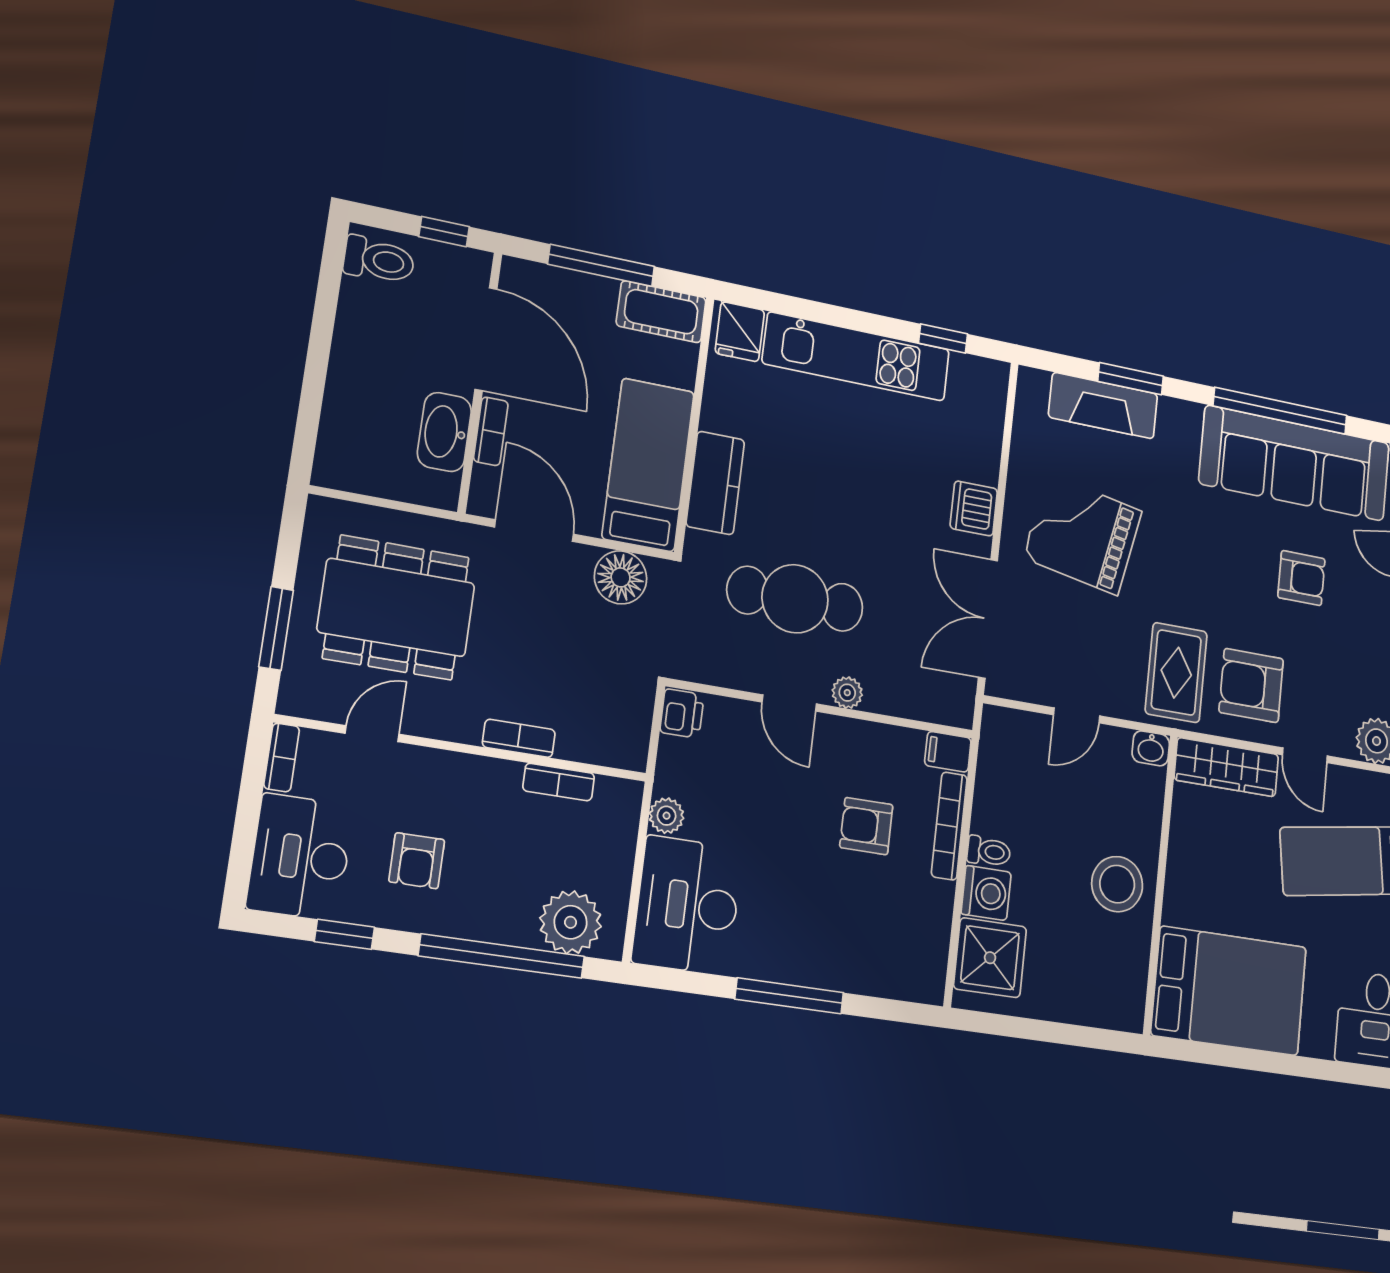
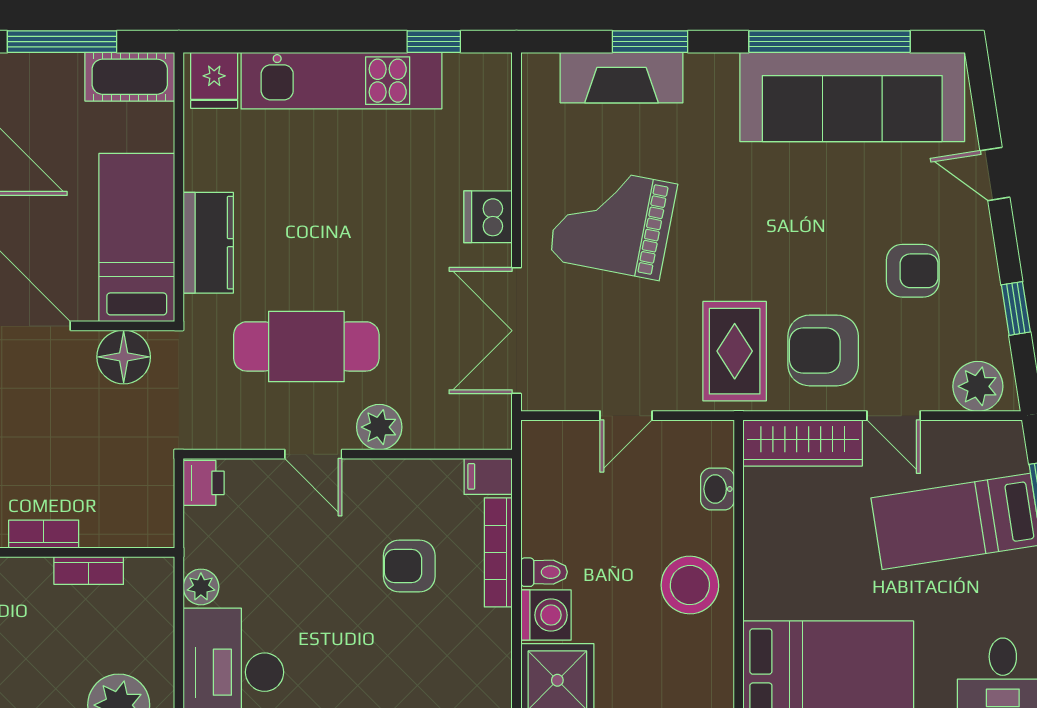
armchair: (1301, 578) -> (913, 271), moved
plant: (847, 693) -> (379, 427), width x1.38, depth x1.38
washbasin: (1151, 748) -> (718, 489), moved, turned 90

